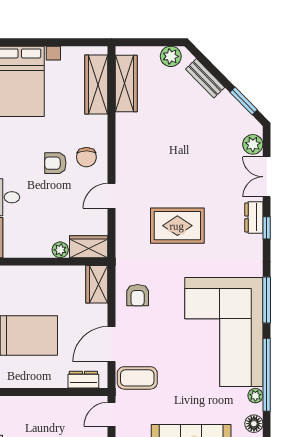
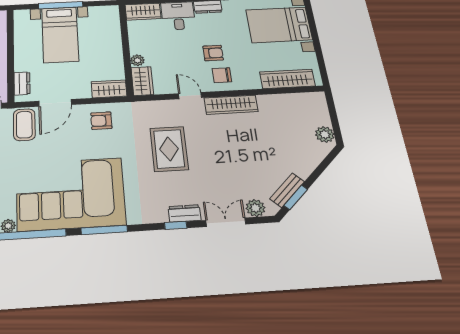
bench: (205, 78) -> (287, 190), moved
wardrobe: (126, 83) -> (231, 105), moved
armchair: (55, 163) -> (213, 53), turned 90
door: (112, 344) -> (55, 103), swing flipped

